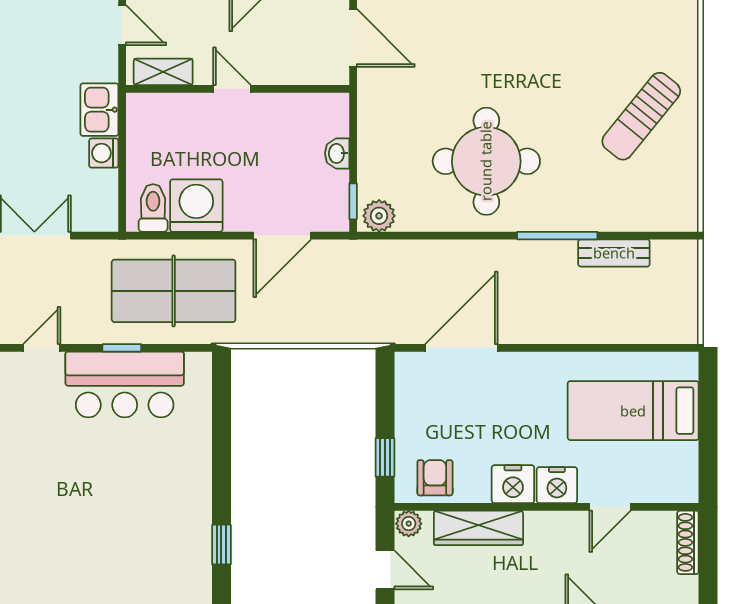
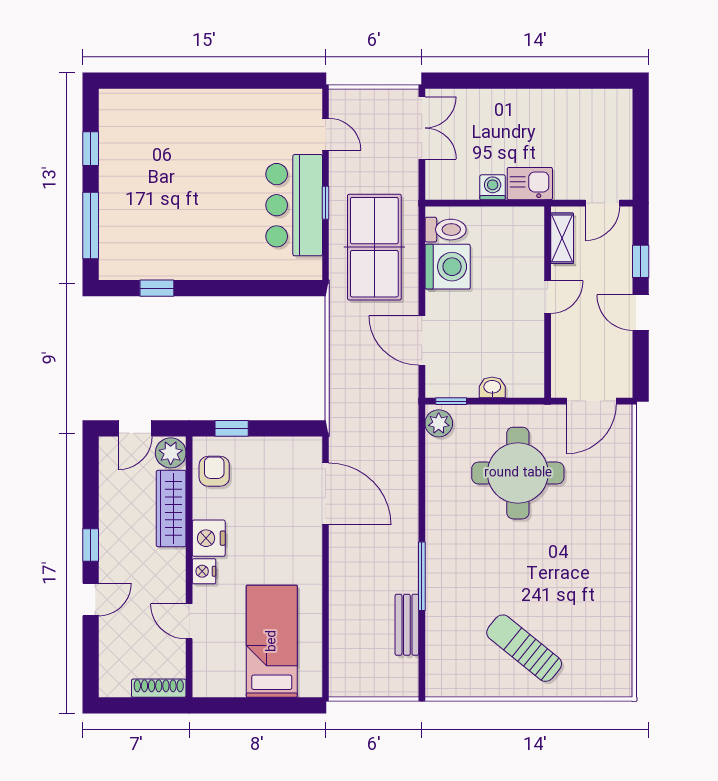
round table: (486, 161) -> (518, 473), moved
armchair: (435, 478) -> (214, 471), turned -90
nightstand: (557, 485) -> (204, 571), width x0.74, depth x0.75
plant: (409, 524) -> (171, 453), width x1.38, depth x1.38

